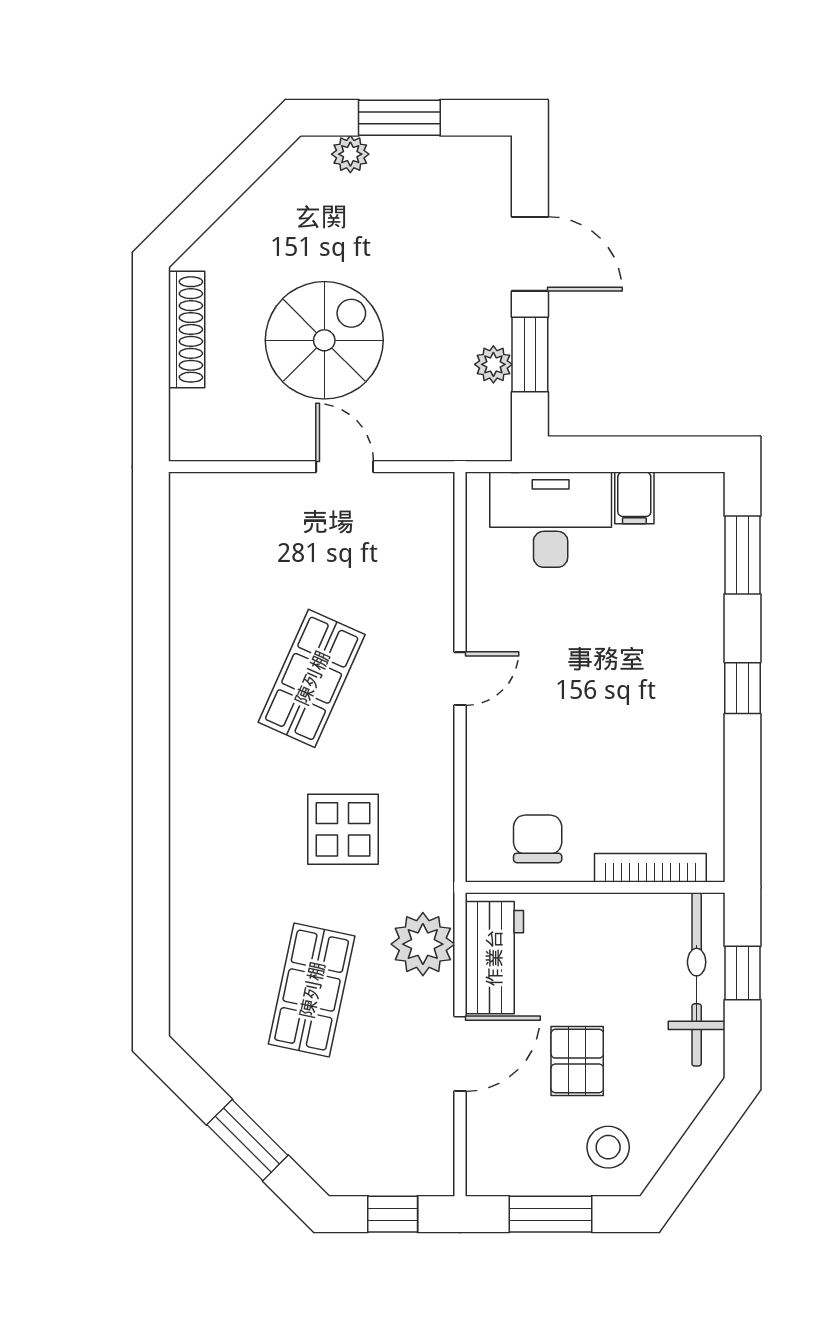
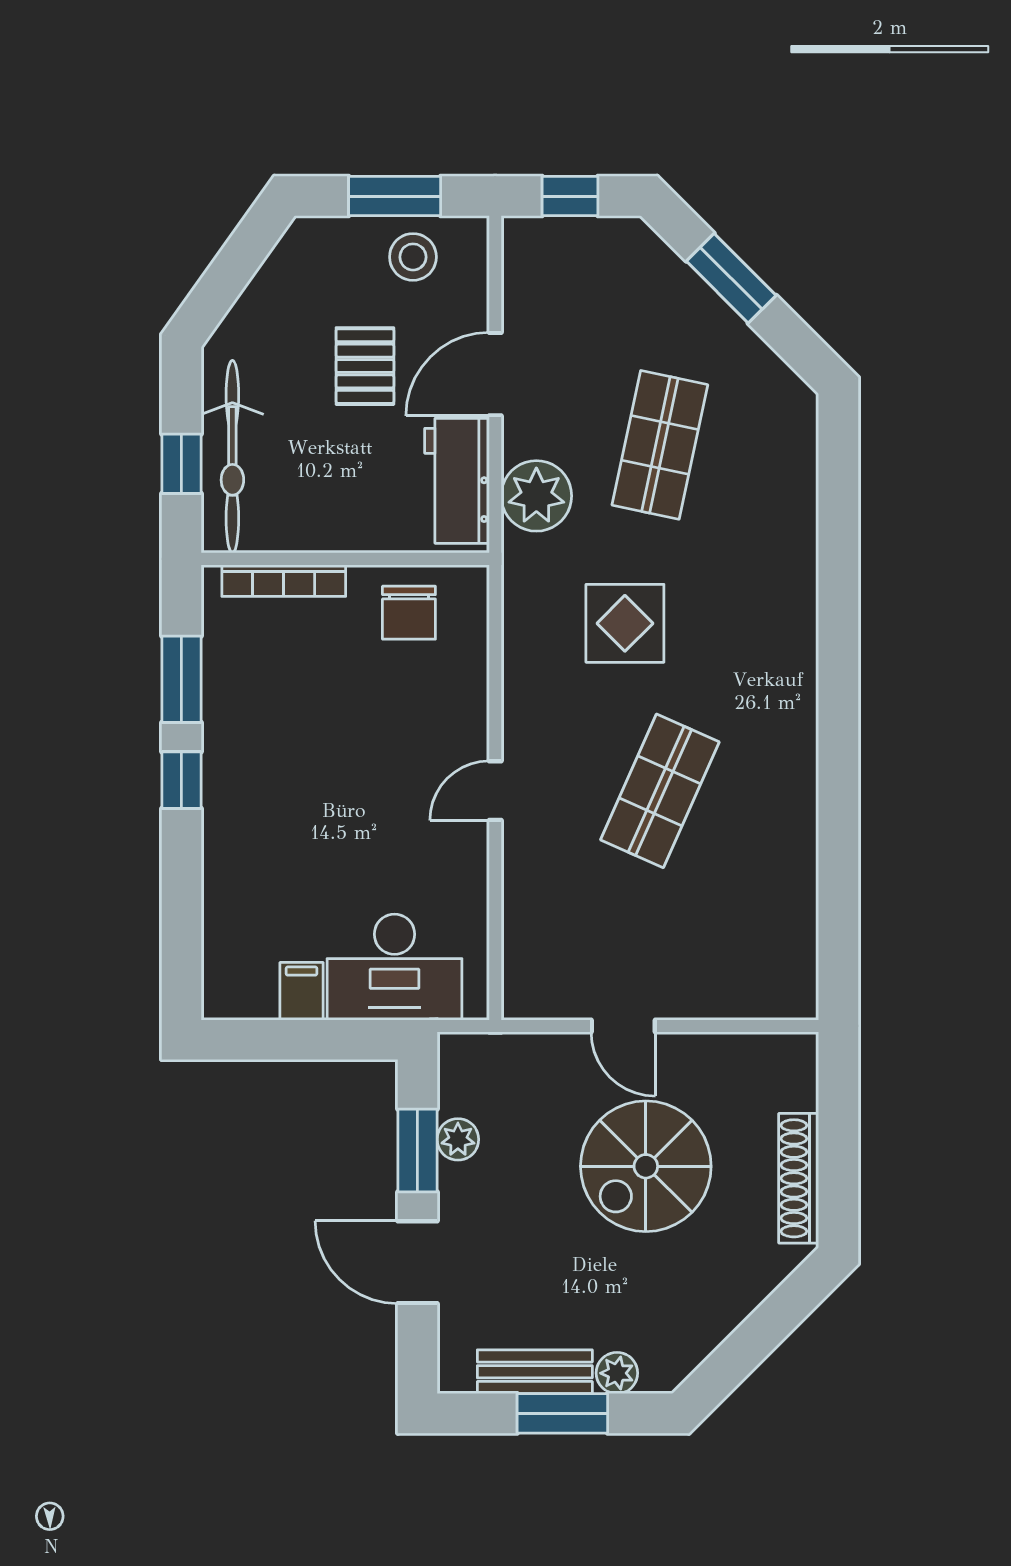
bench: (424, 155) -> (535, 1372), added
window: (742, 555) -> (181, 679), moved
stool: (608, 1147) -> (413, 257), moved

